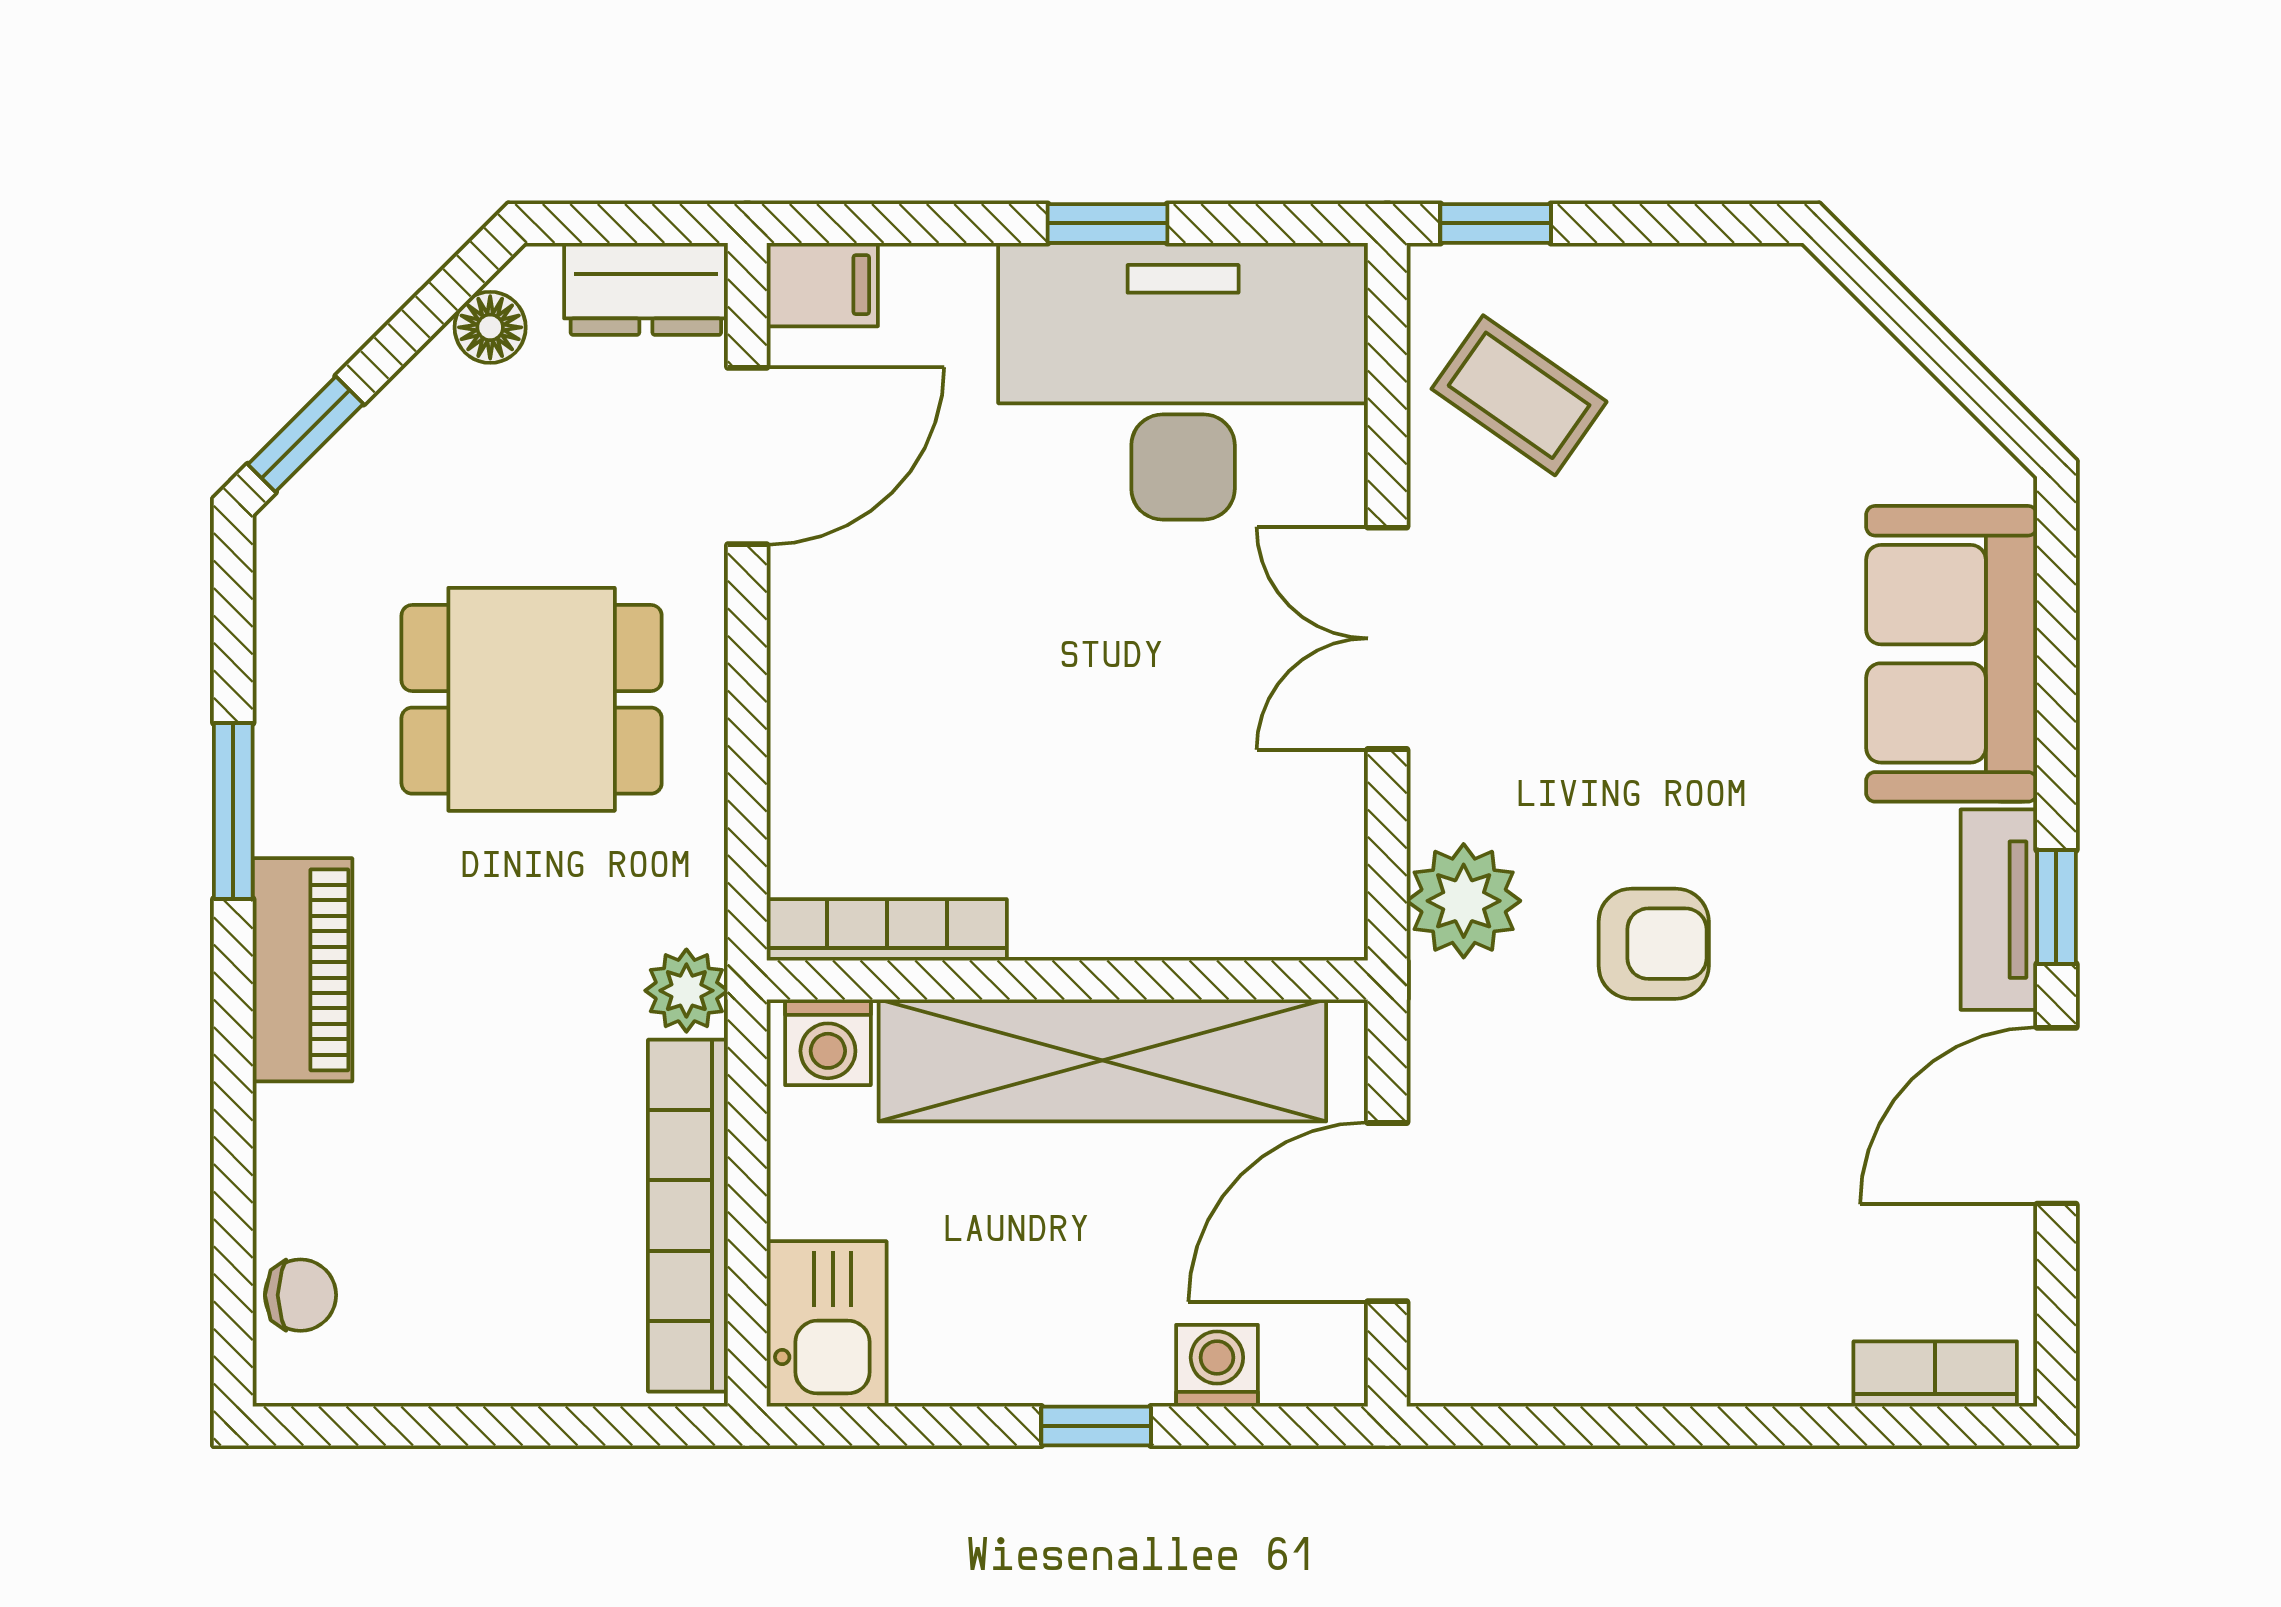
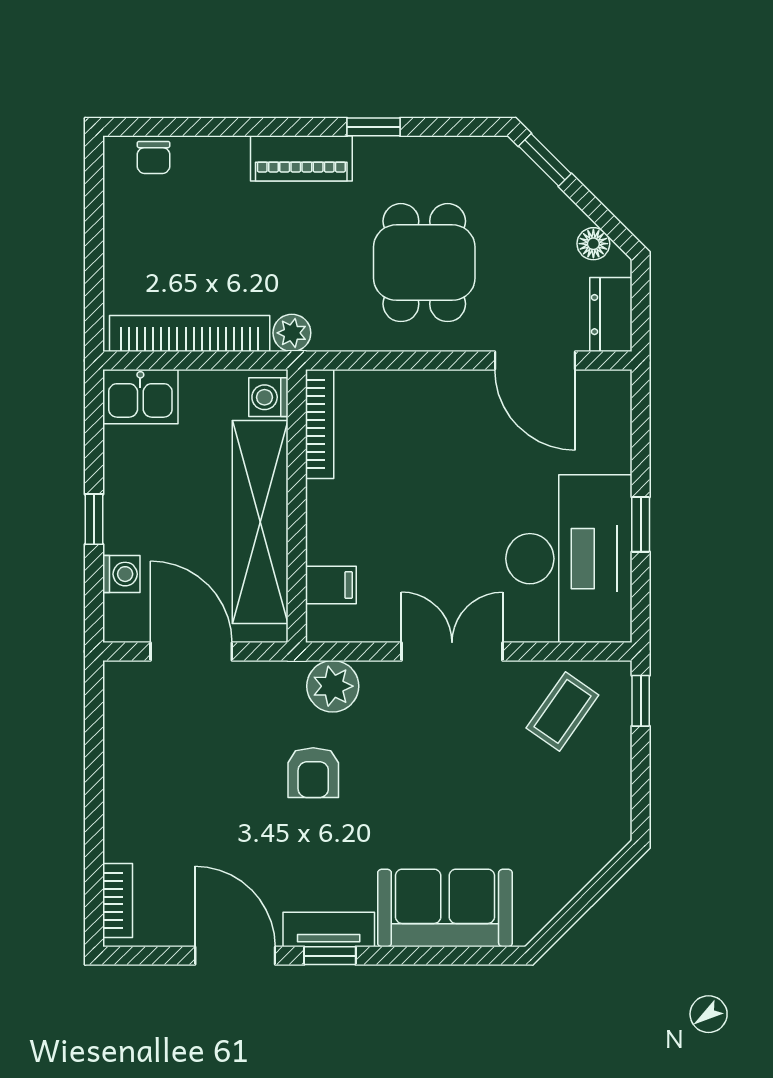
filing cabinet: (822, 285) -> (331, 585), moved, turned -90
window: (233, 811) -> (374, 127), width x0.67

